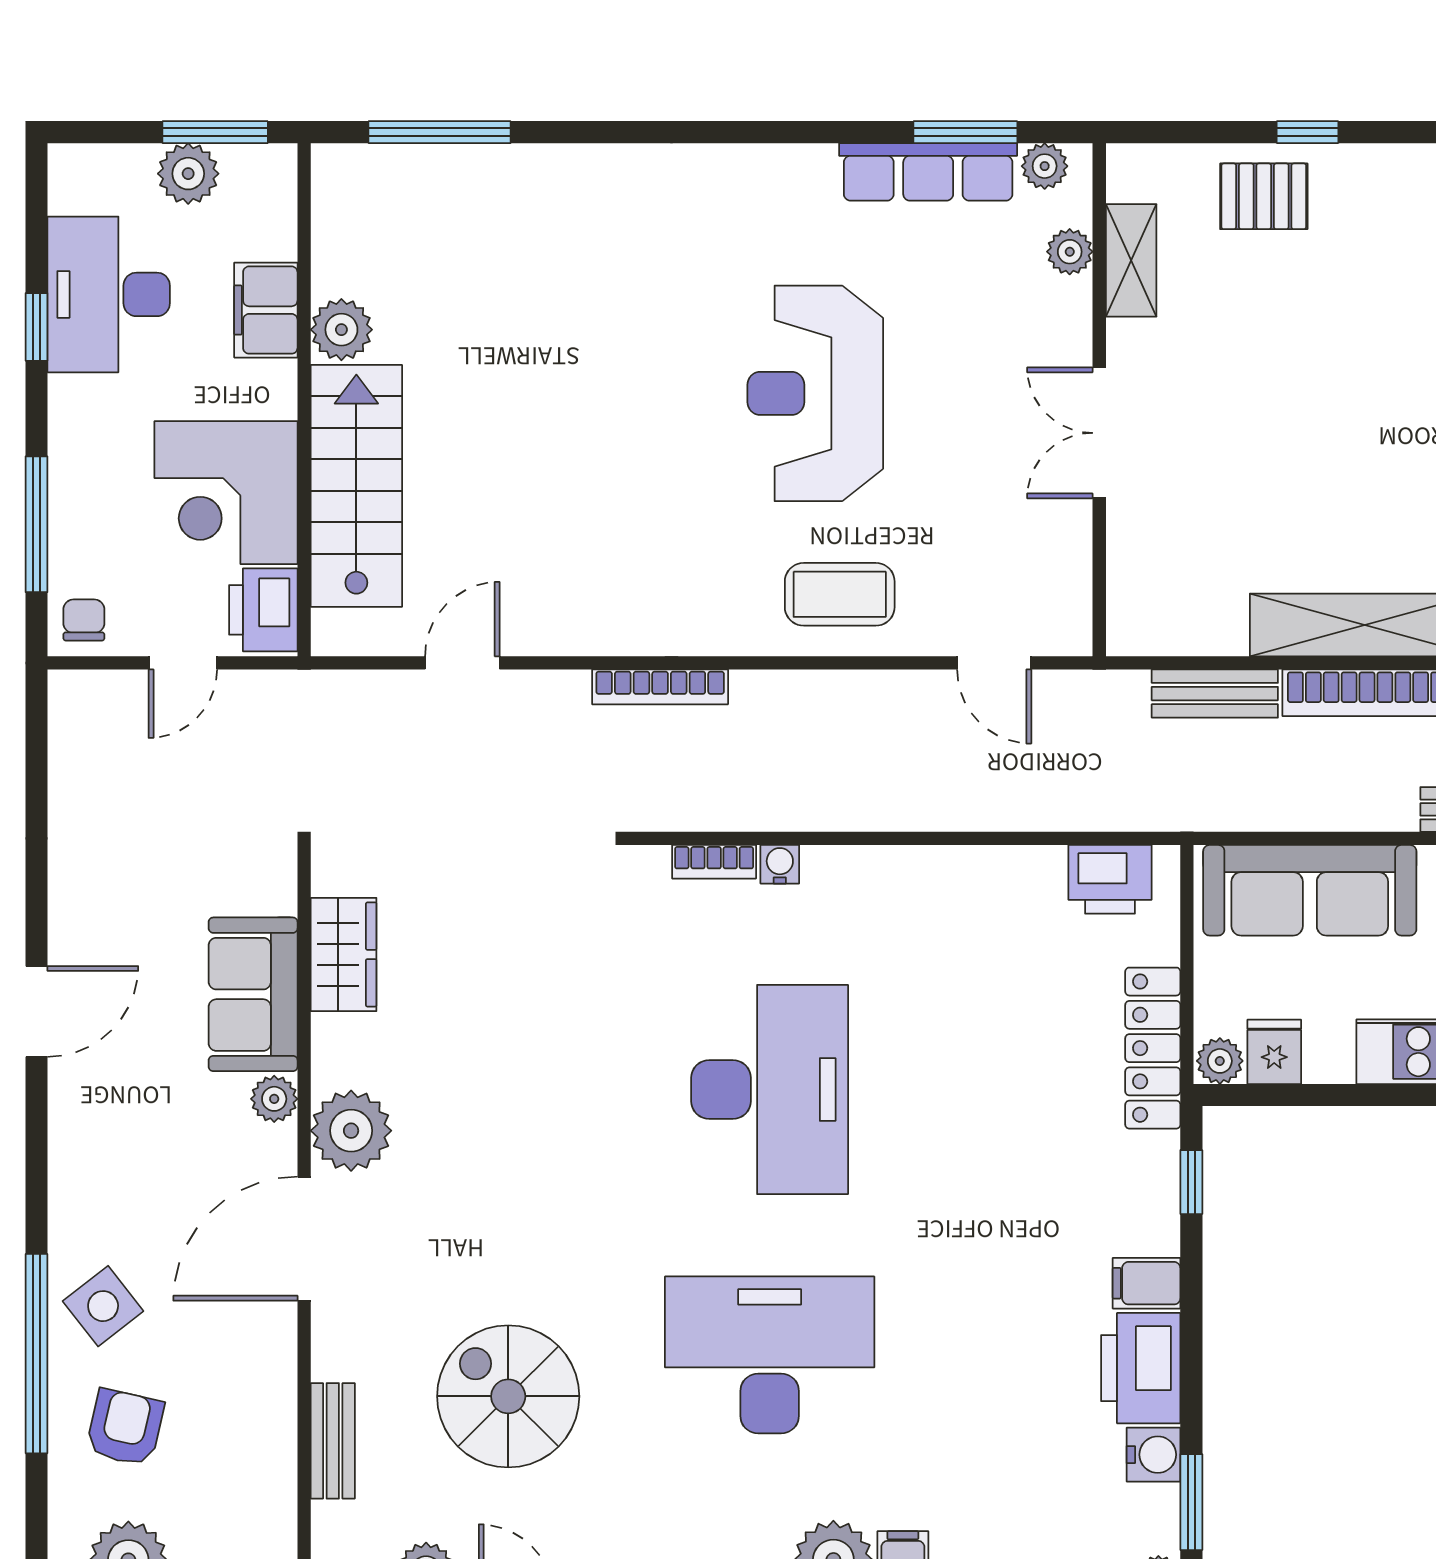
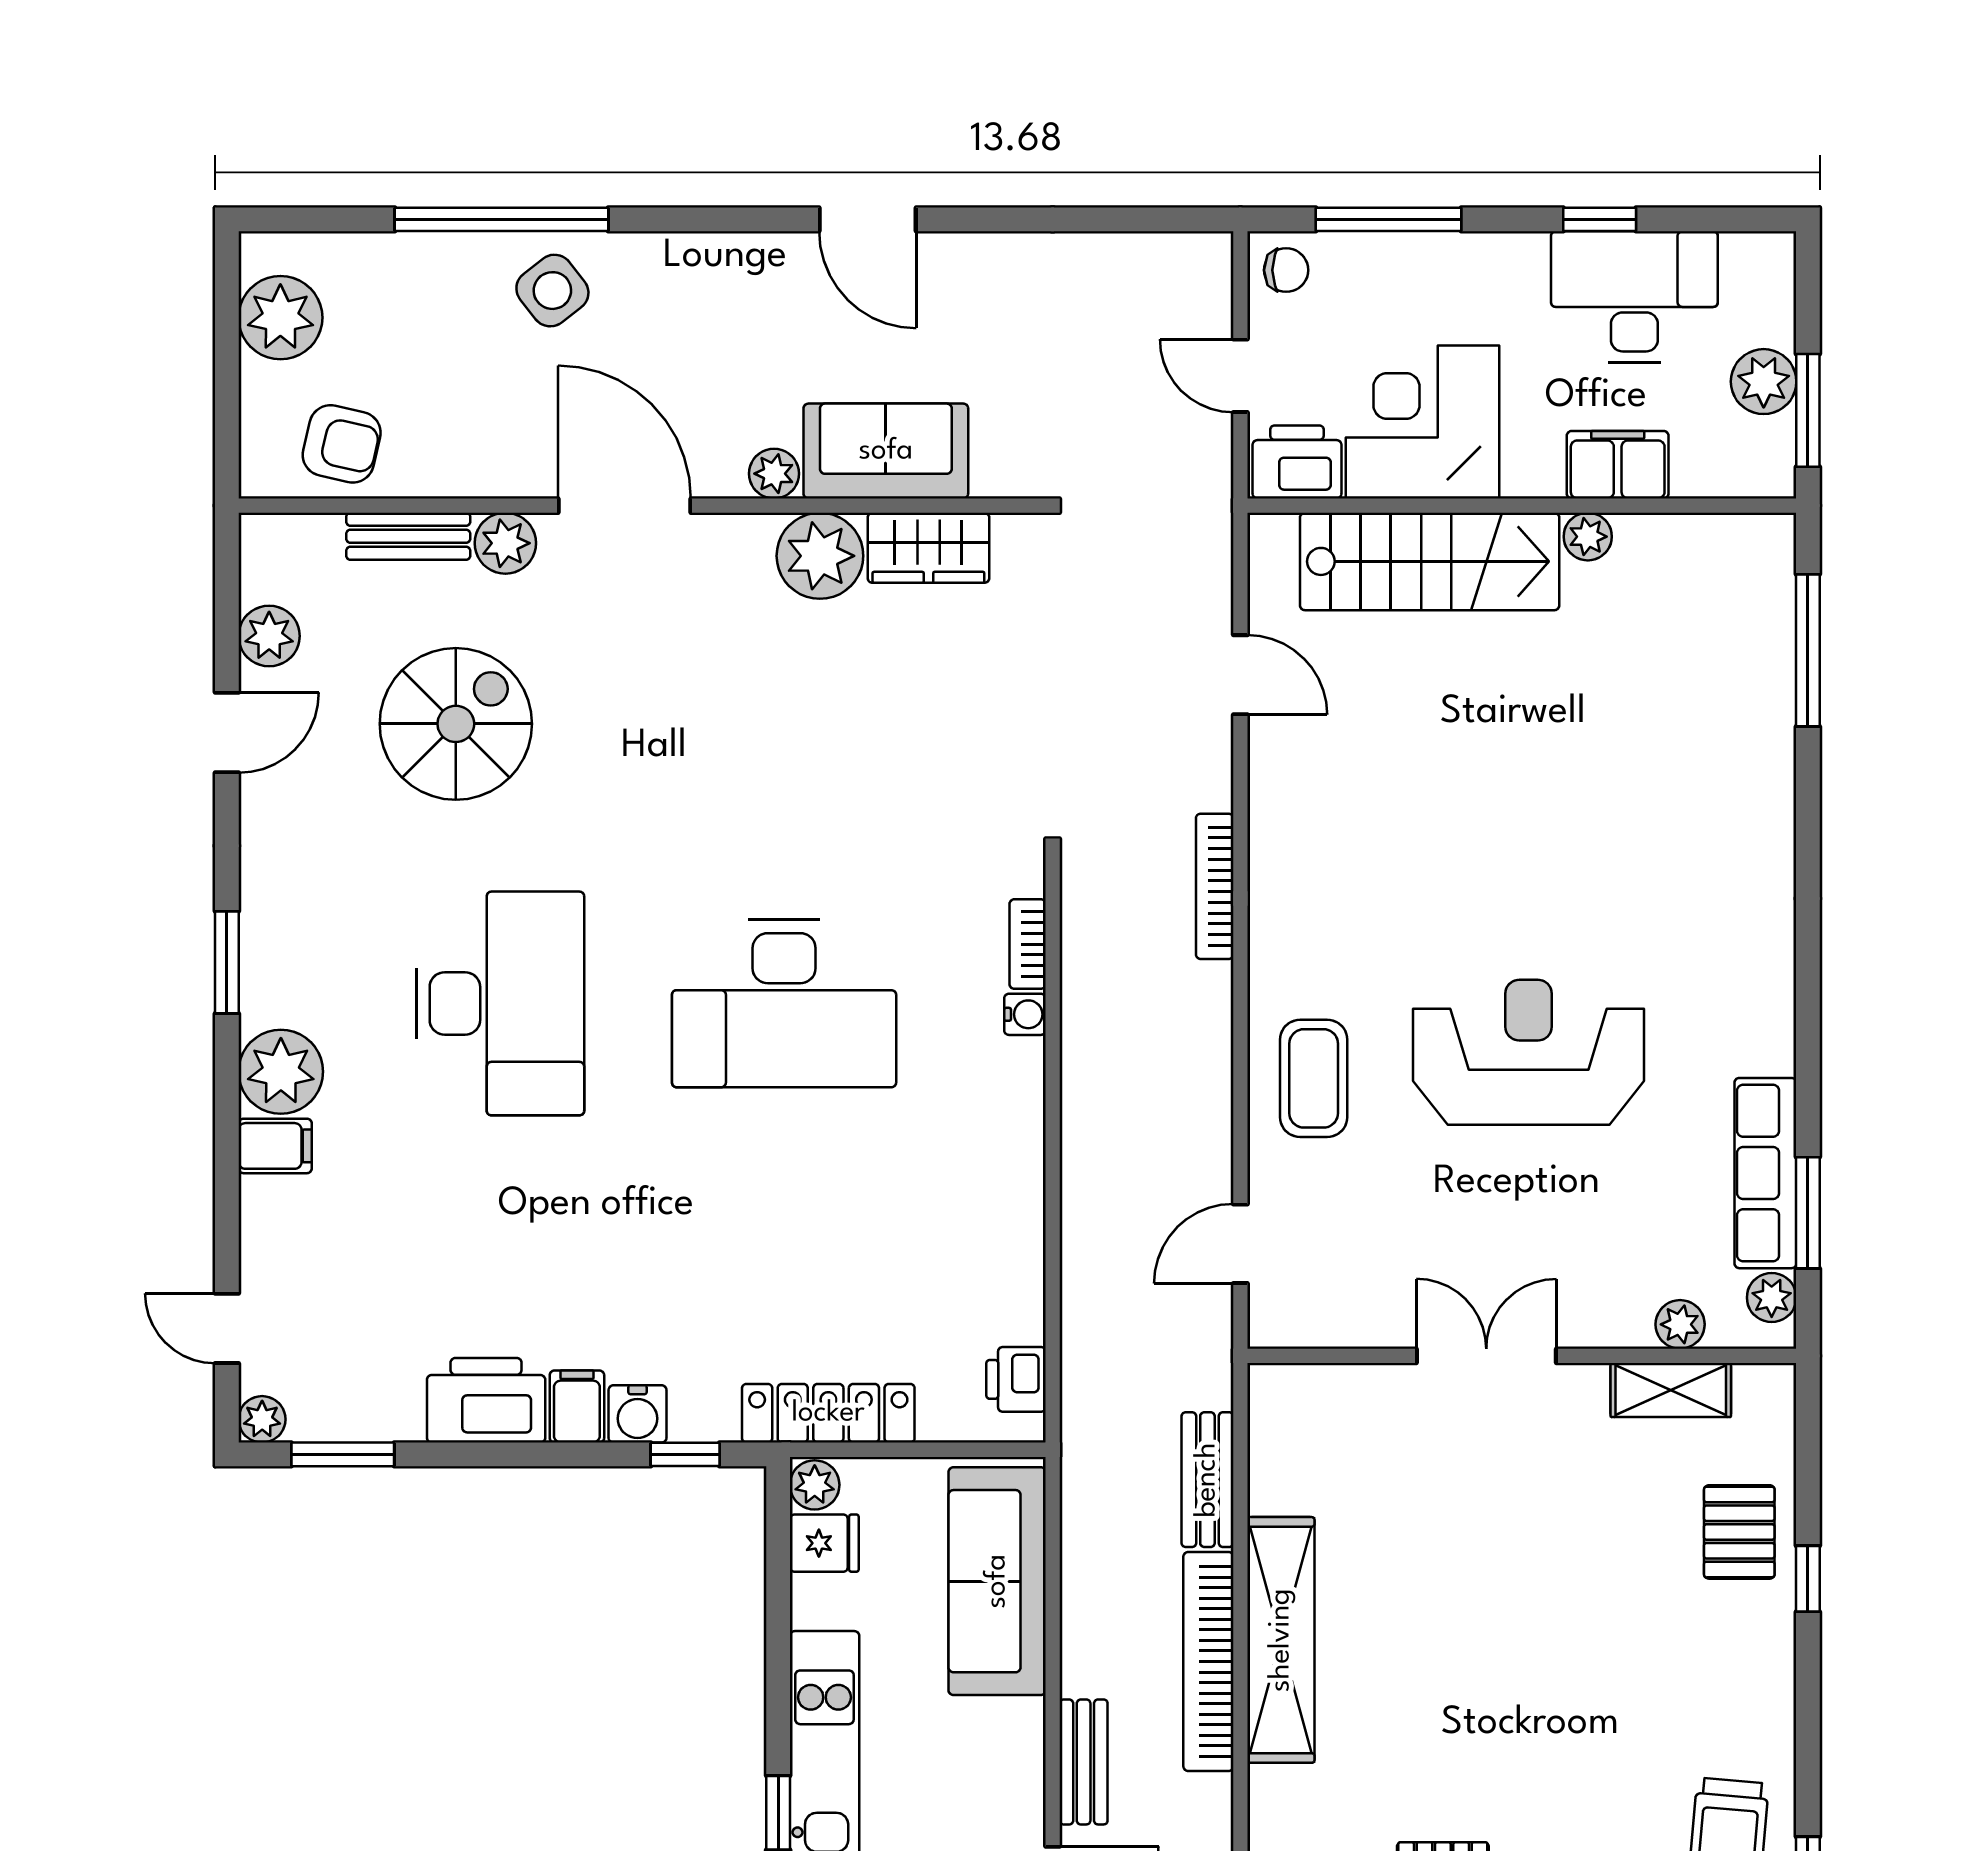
plant: (341, 330) -> (1588, 537), width x0.73, depth x0.73
printer: (1110, 879) -> (1016, 1379), width x0.73, depth x0.81
plant: (351, 1131) -> (820, 556), moved
plant: (339, 1350) -> (505, 543), added
armchair: (125, 1427) -> (342, 444), moved
water cooler: (1153, 1455) -> (638, 1414), moved

